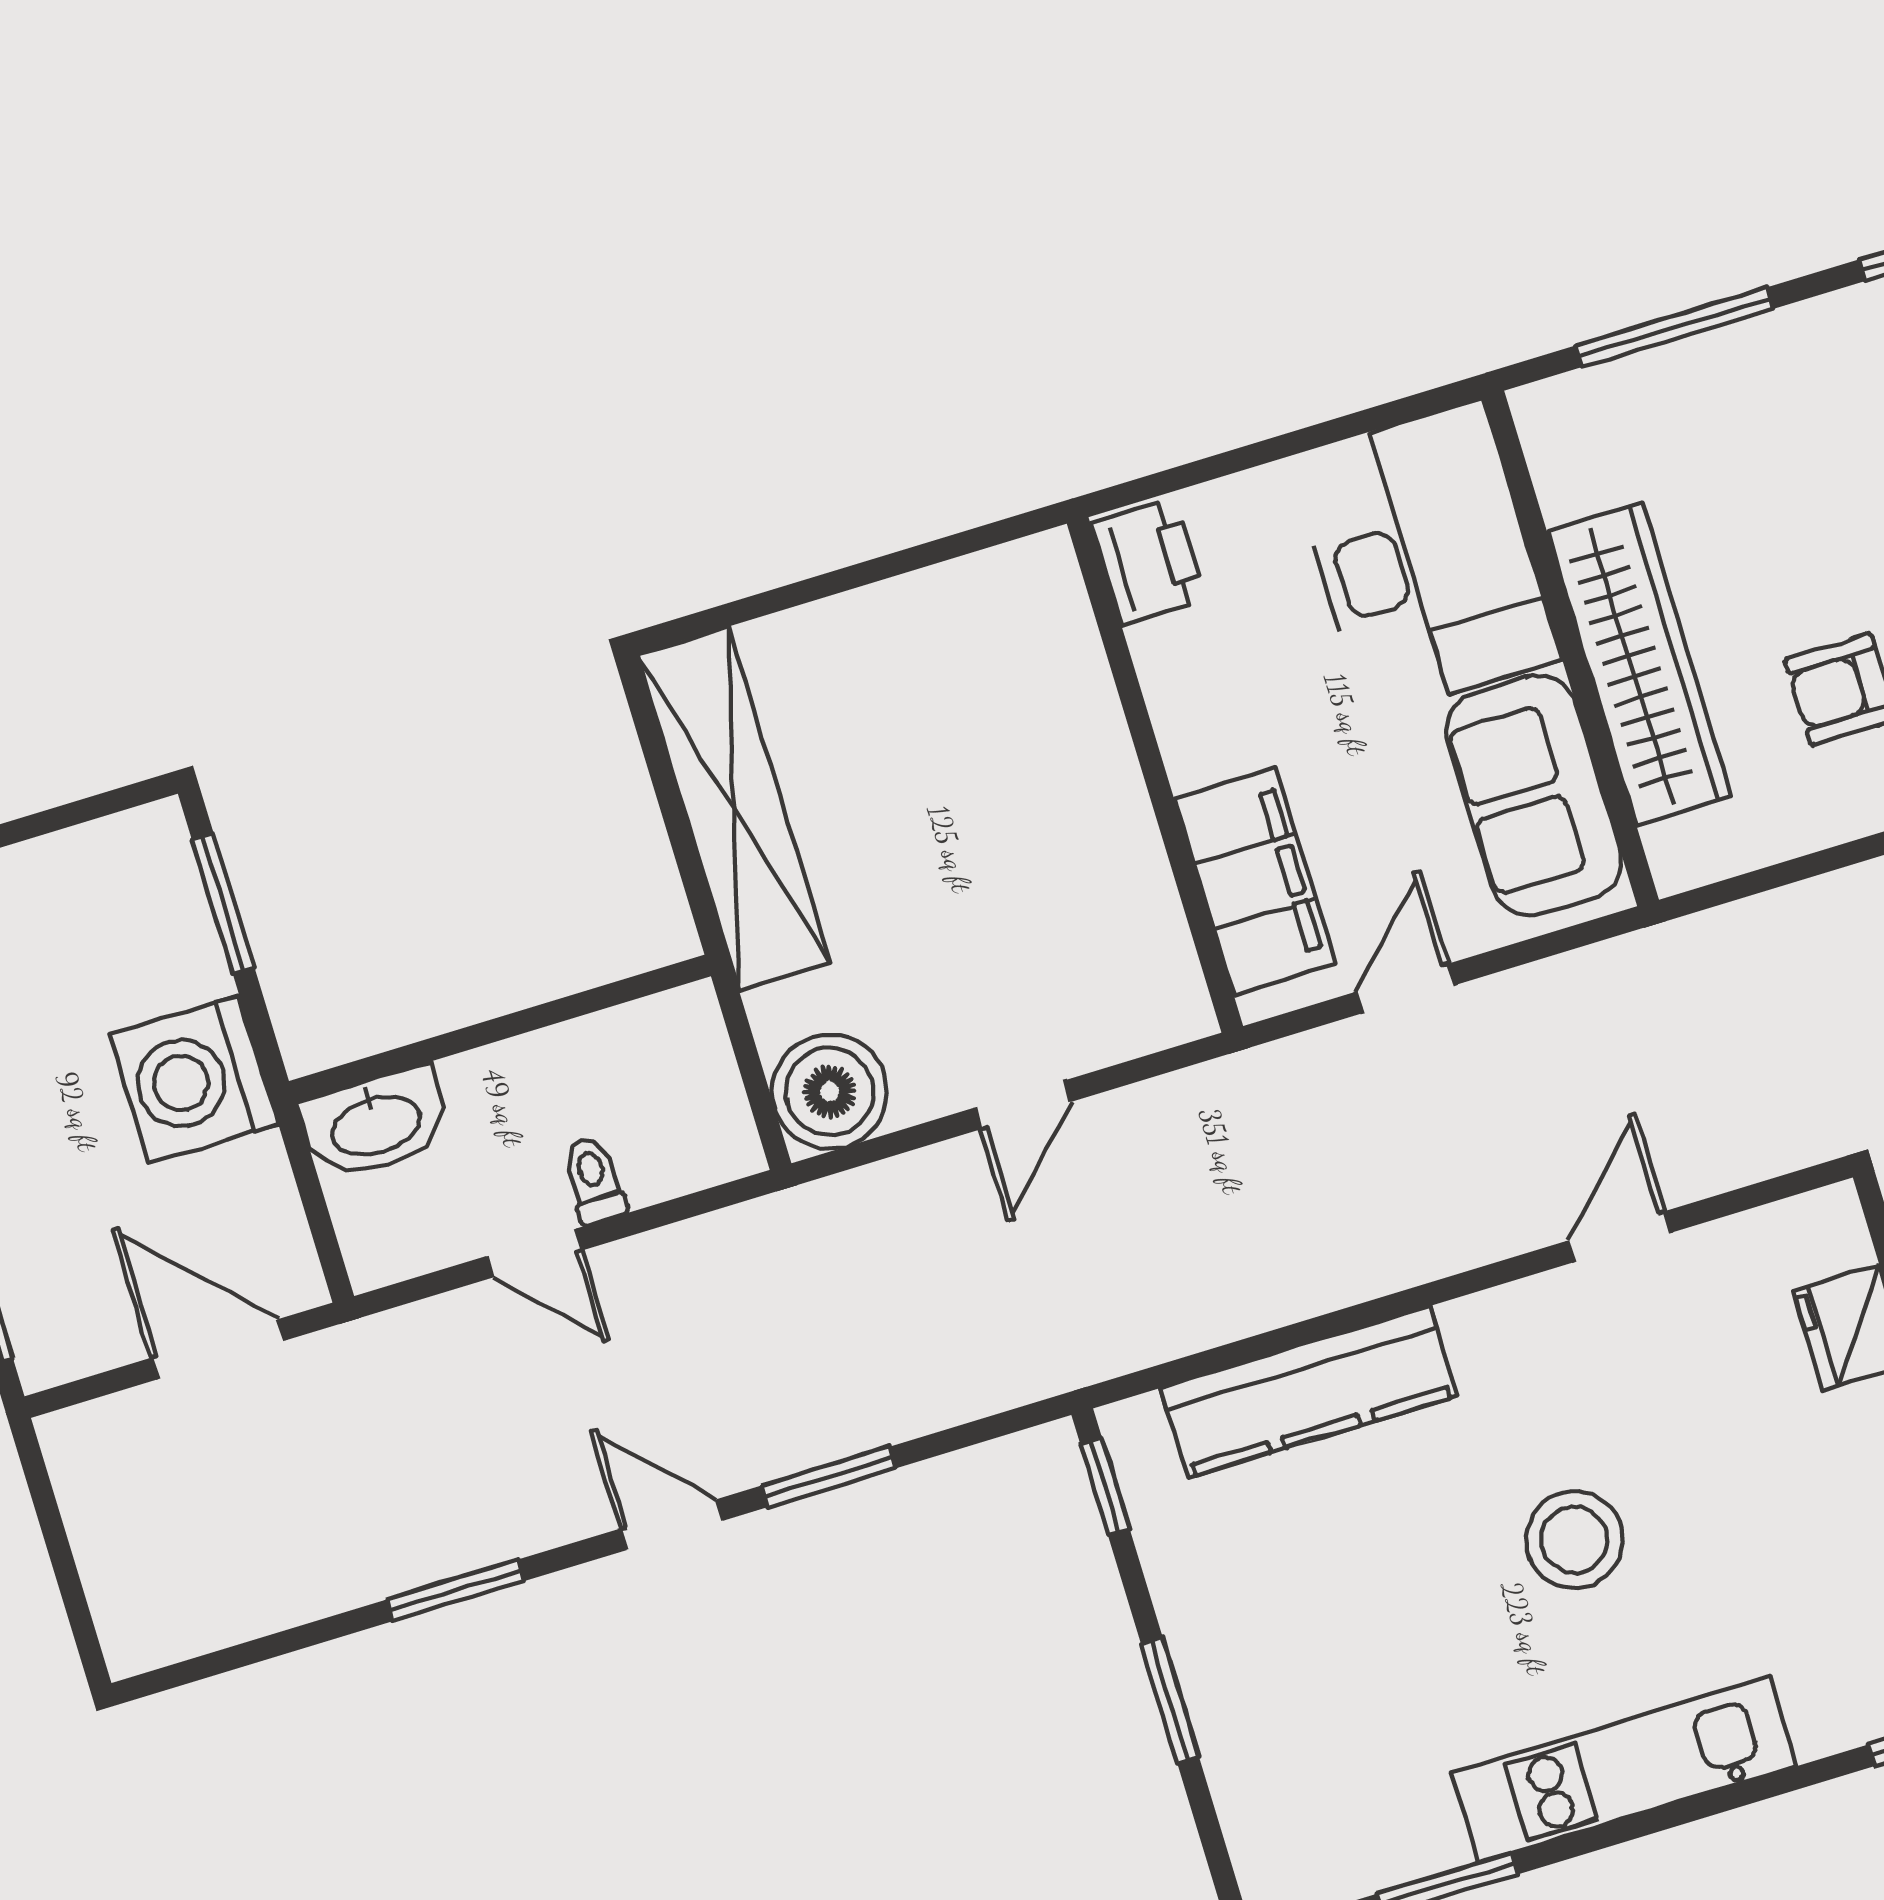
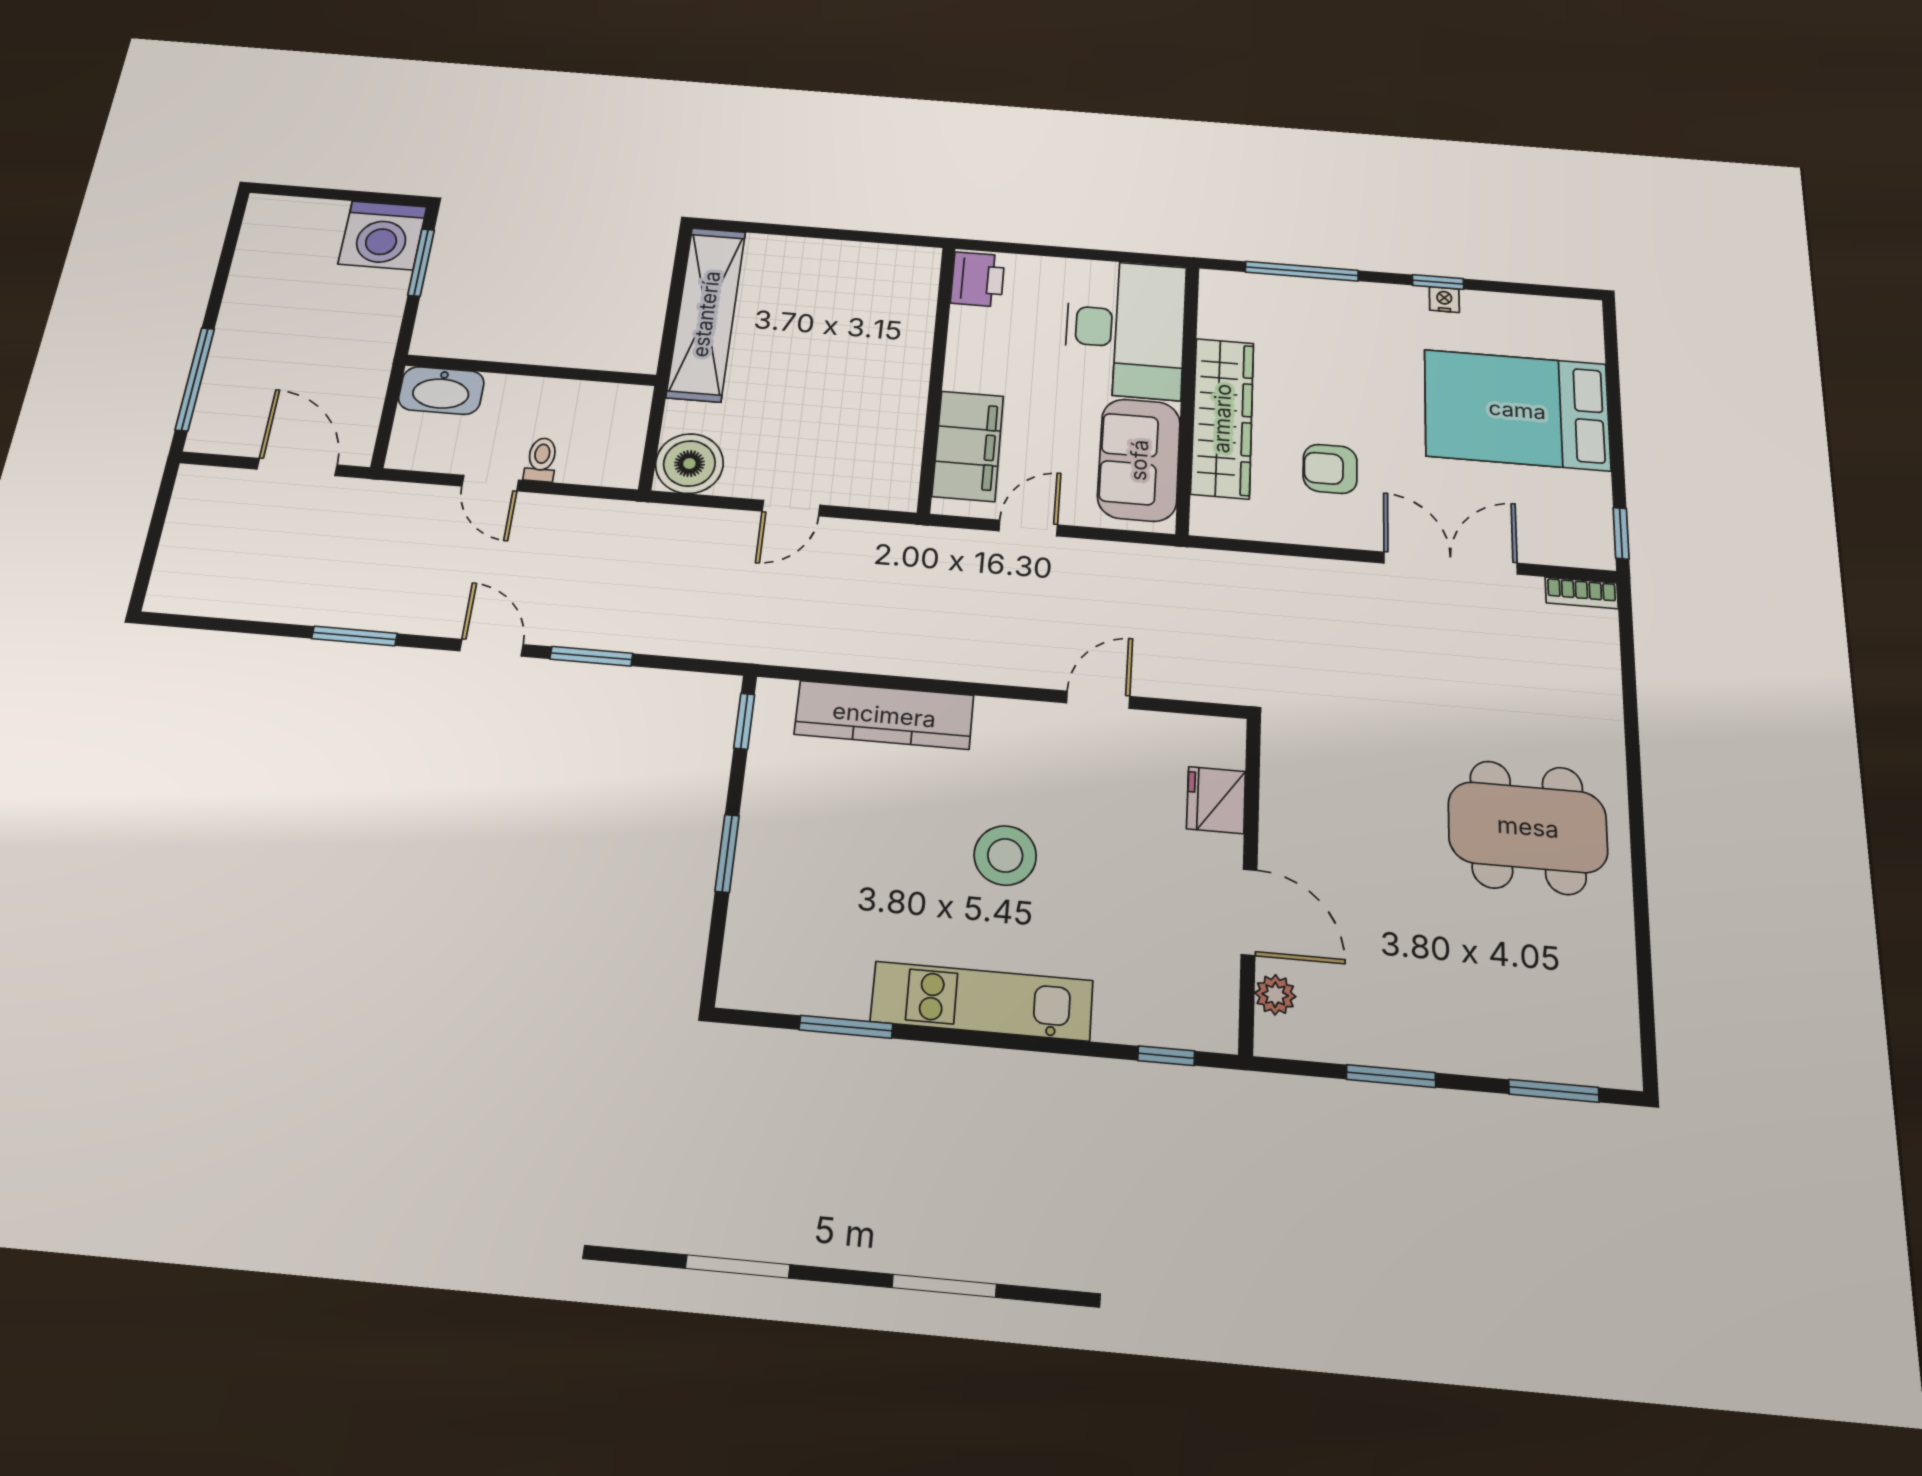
washing machine: (194, 1079) -> (382, 235), moved, turned -90

